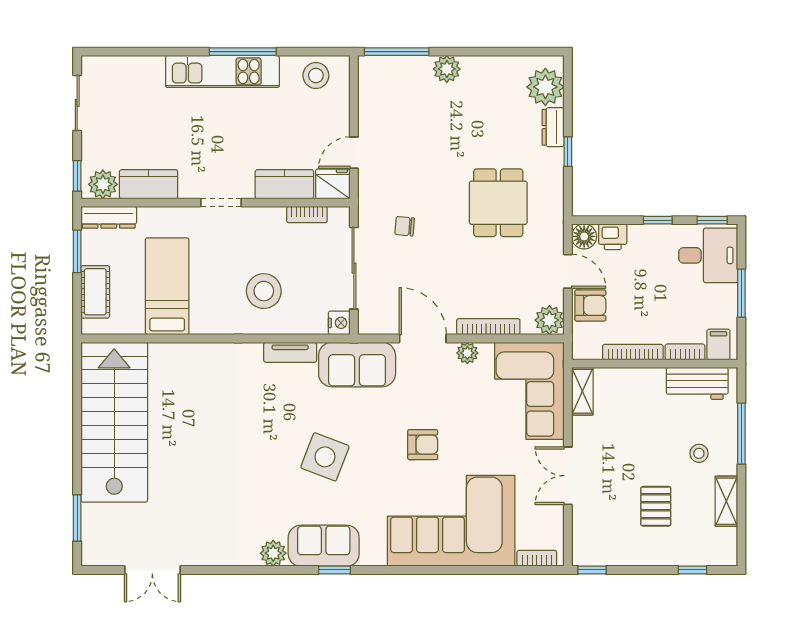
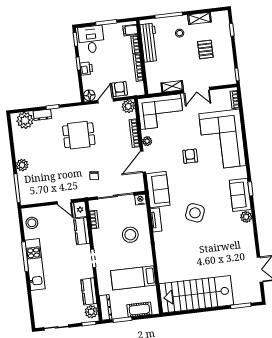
printer: (613, 237) -> (86, 68), moved
workbench: (697, 383) -> (149, 43), width x1.38
shelving: (582, 391) -> (172, 86), moved
side table: (325, 457) -> (195, 213), moved
pallet: (656, 506) -> (205, 49), turned 90

